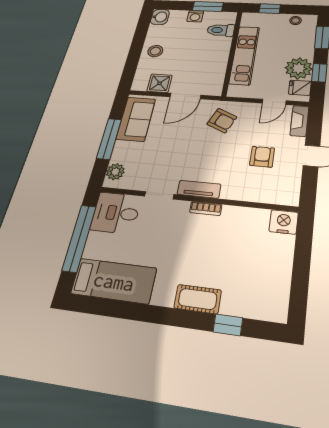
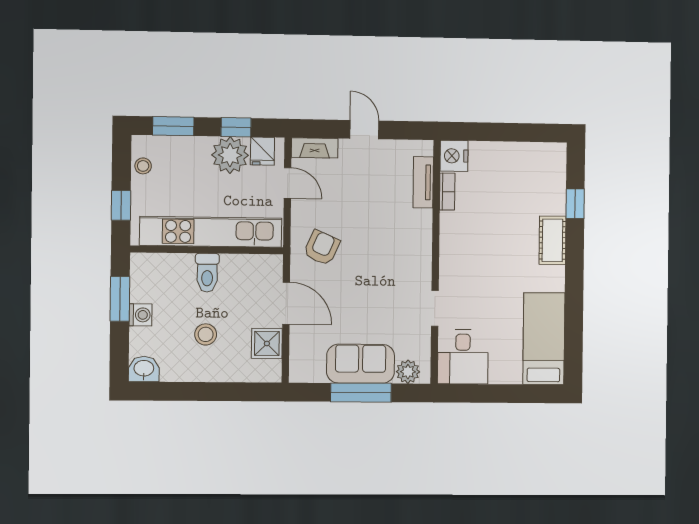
toilet: (221, 30) -> (207, 273), moved
stool: (155, 51) -> (206, 334), moved
kitchen unit: (244, 55) -> (211, 232), width x1.36
sofa: (136, 119) -> (361, 364), moved
armchair: (262, 157) -> (371, 190), removed
tv unit: (199, 189) -> (423, 182), moved
bookcase: (206, 209) -> (447, 192), moved
window: (79, 238) -> (499, 394), removed

